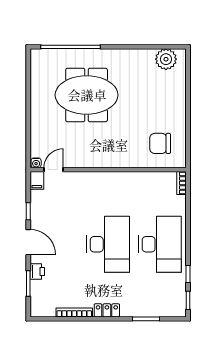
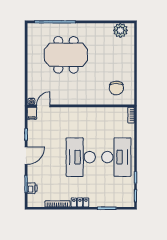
chair: (160, 143) -> (116, 88), turned -90
door: (28, 242) -> (26, 156), hinge flipped
desk: (108, 244) -> (81, 157), turned 180
printer: (37, 272) -> (32, 188), moved

